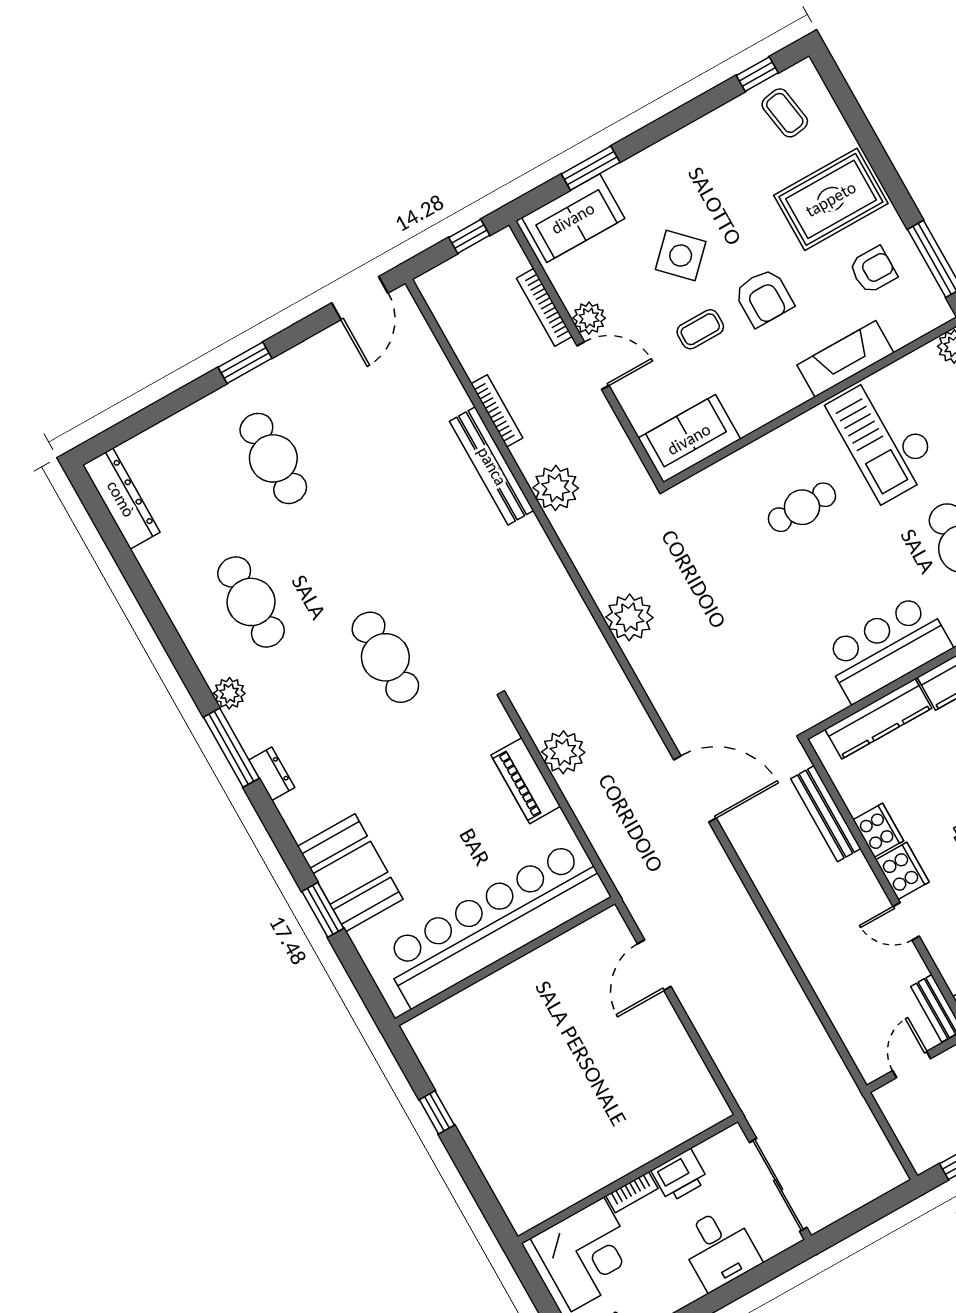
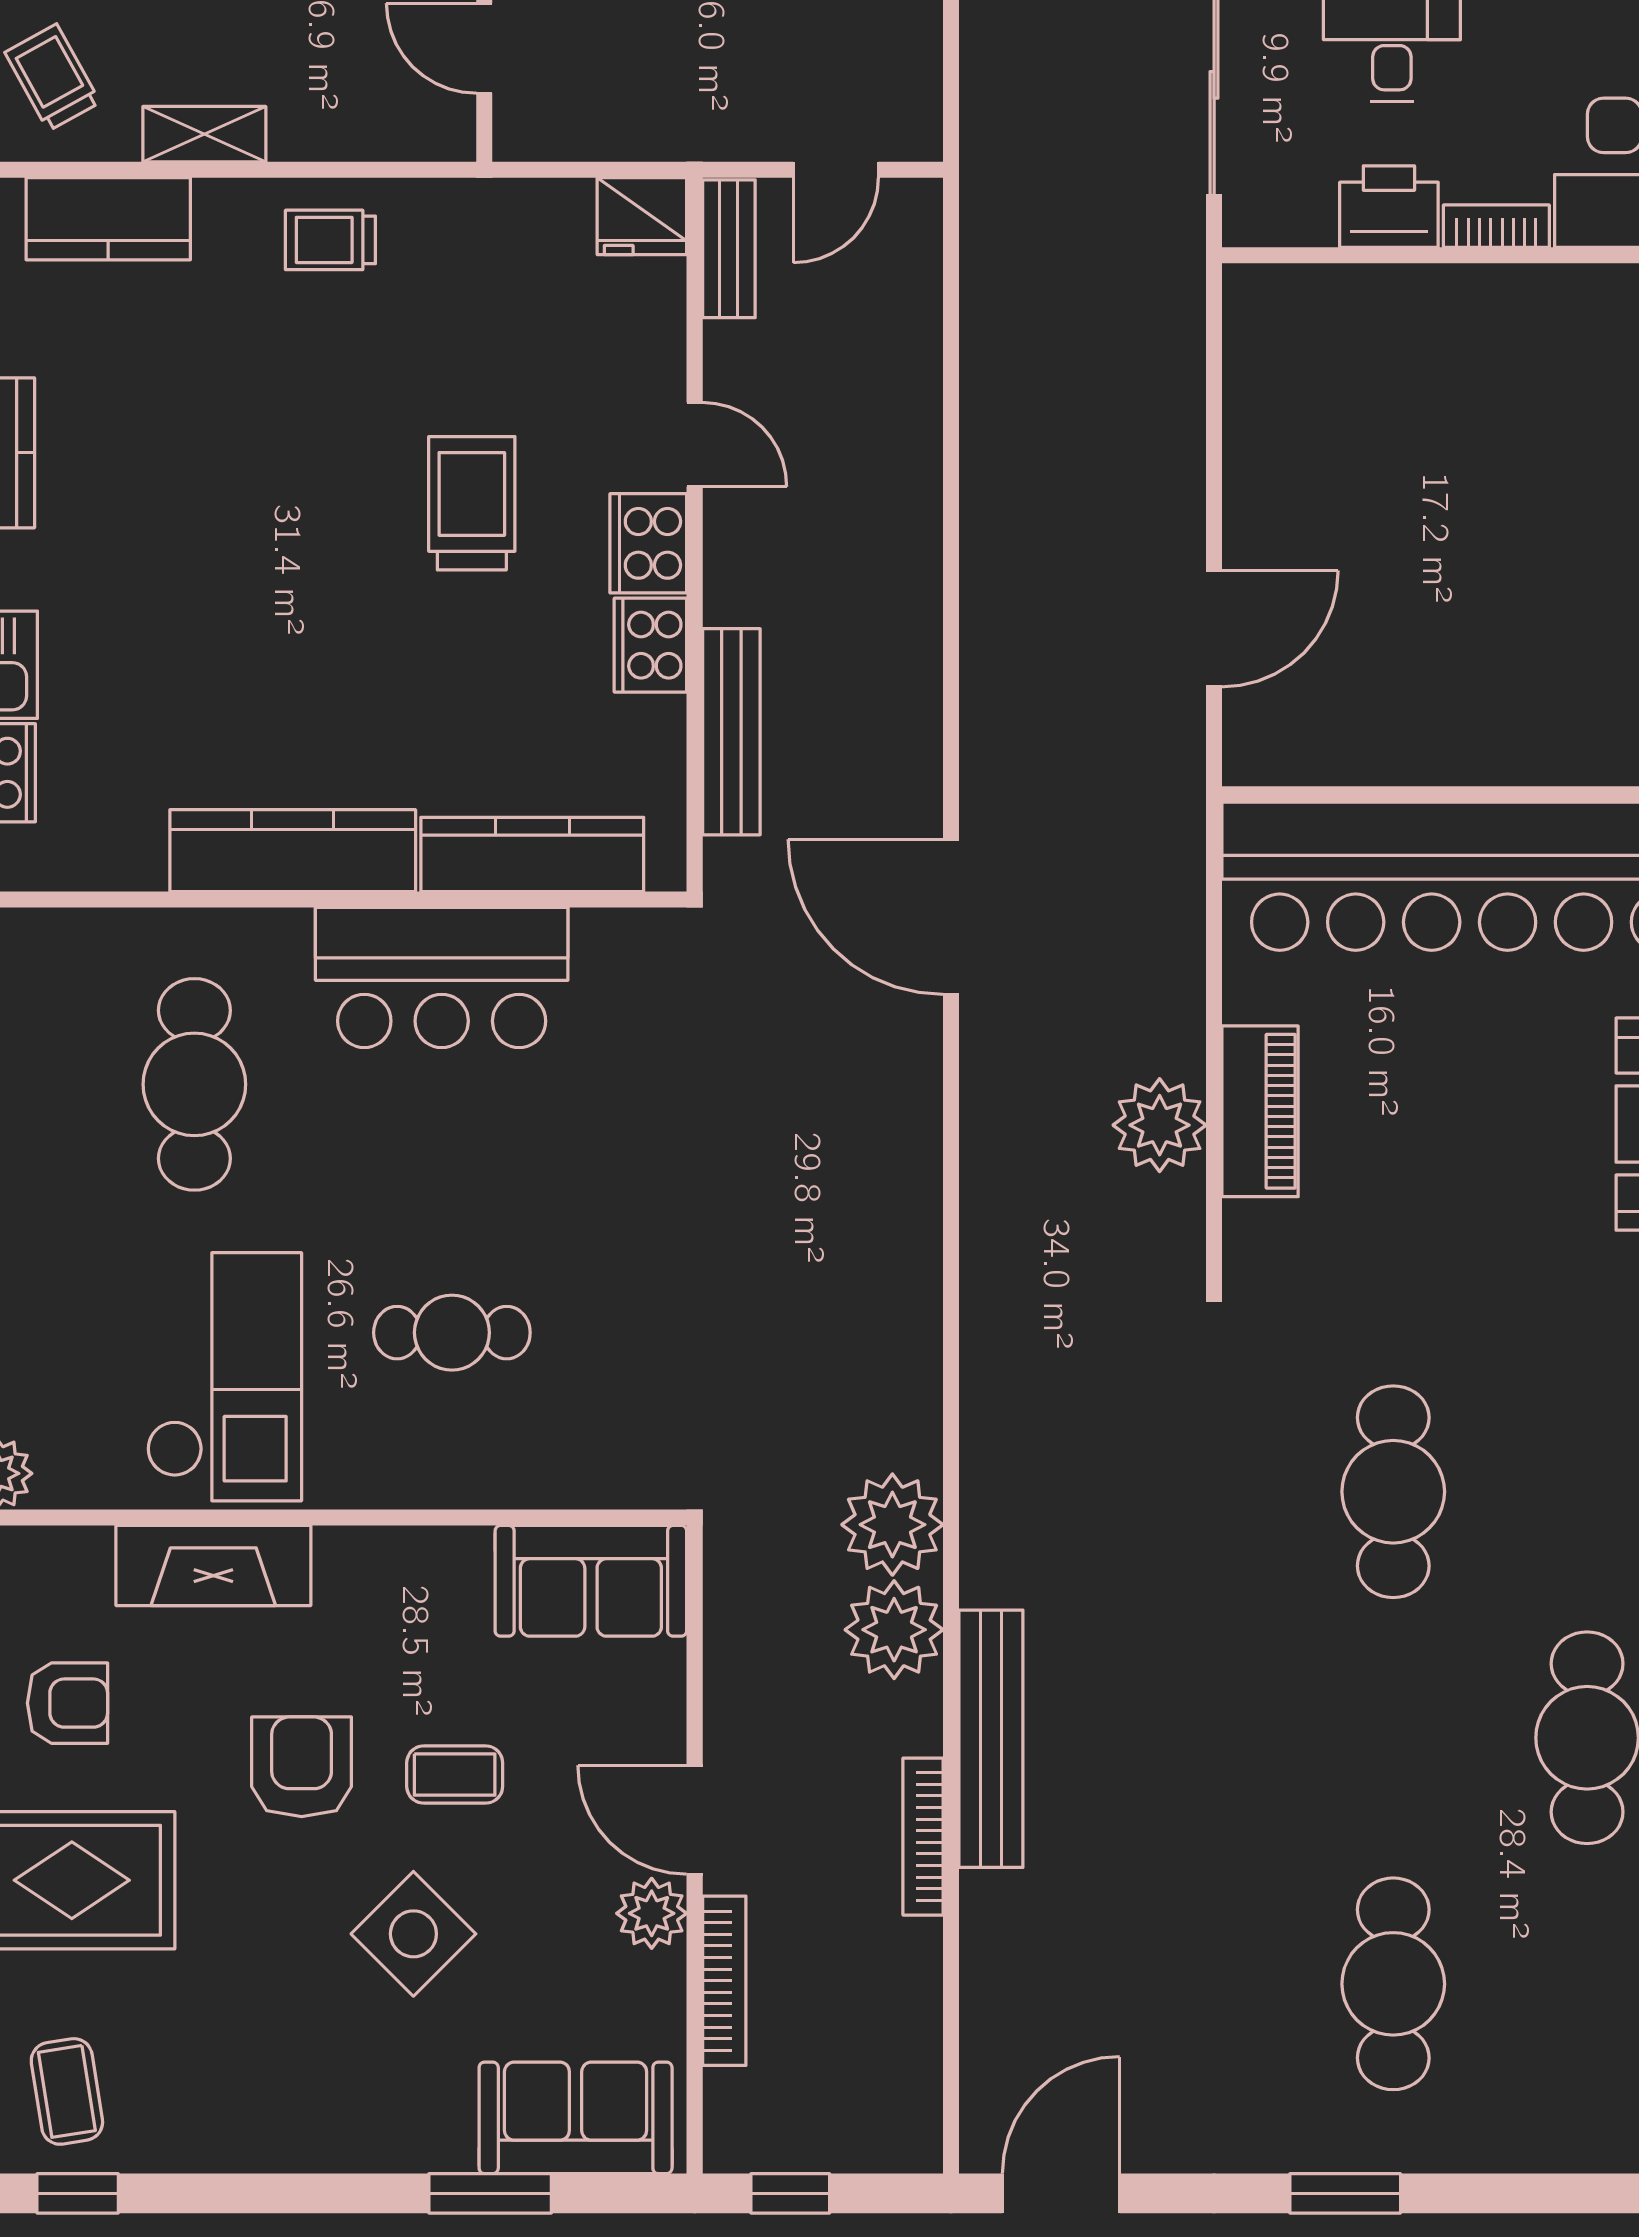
armchair: (873, 270) -> (67, 1703), turned 180
plant: (629, 617) -> (892, 1525), moved

